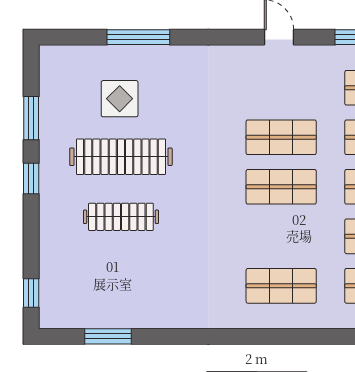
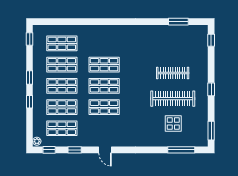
window: (138, 37) -> (181, 150), moved
window: (31, 118) -> (211, 131), moved
shop shelf: (281, 286) -> (104, 65), moved

